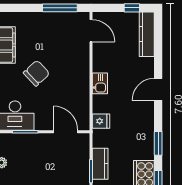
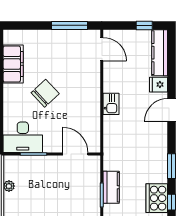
fridge: (101, 121) -> (158, 85), moved, turned 180

